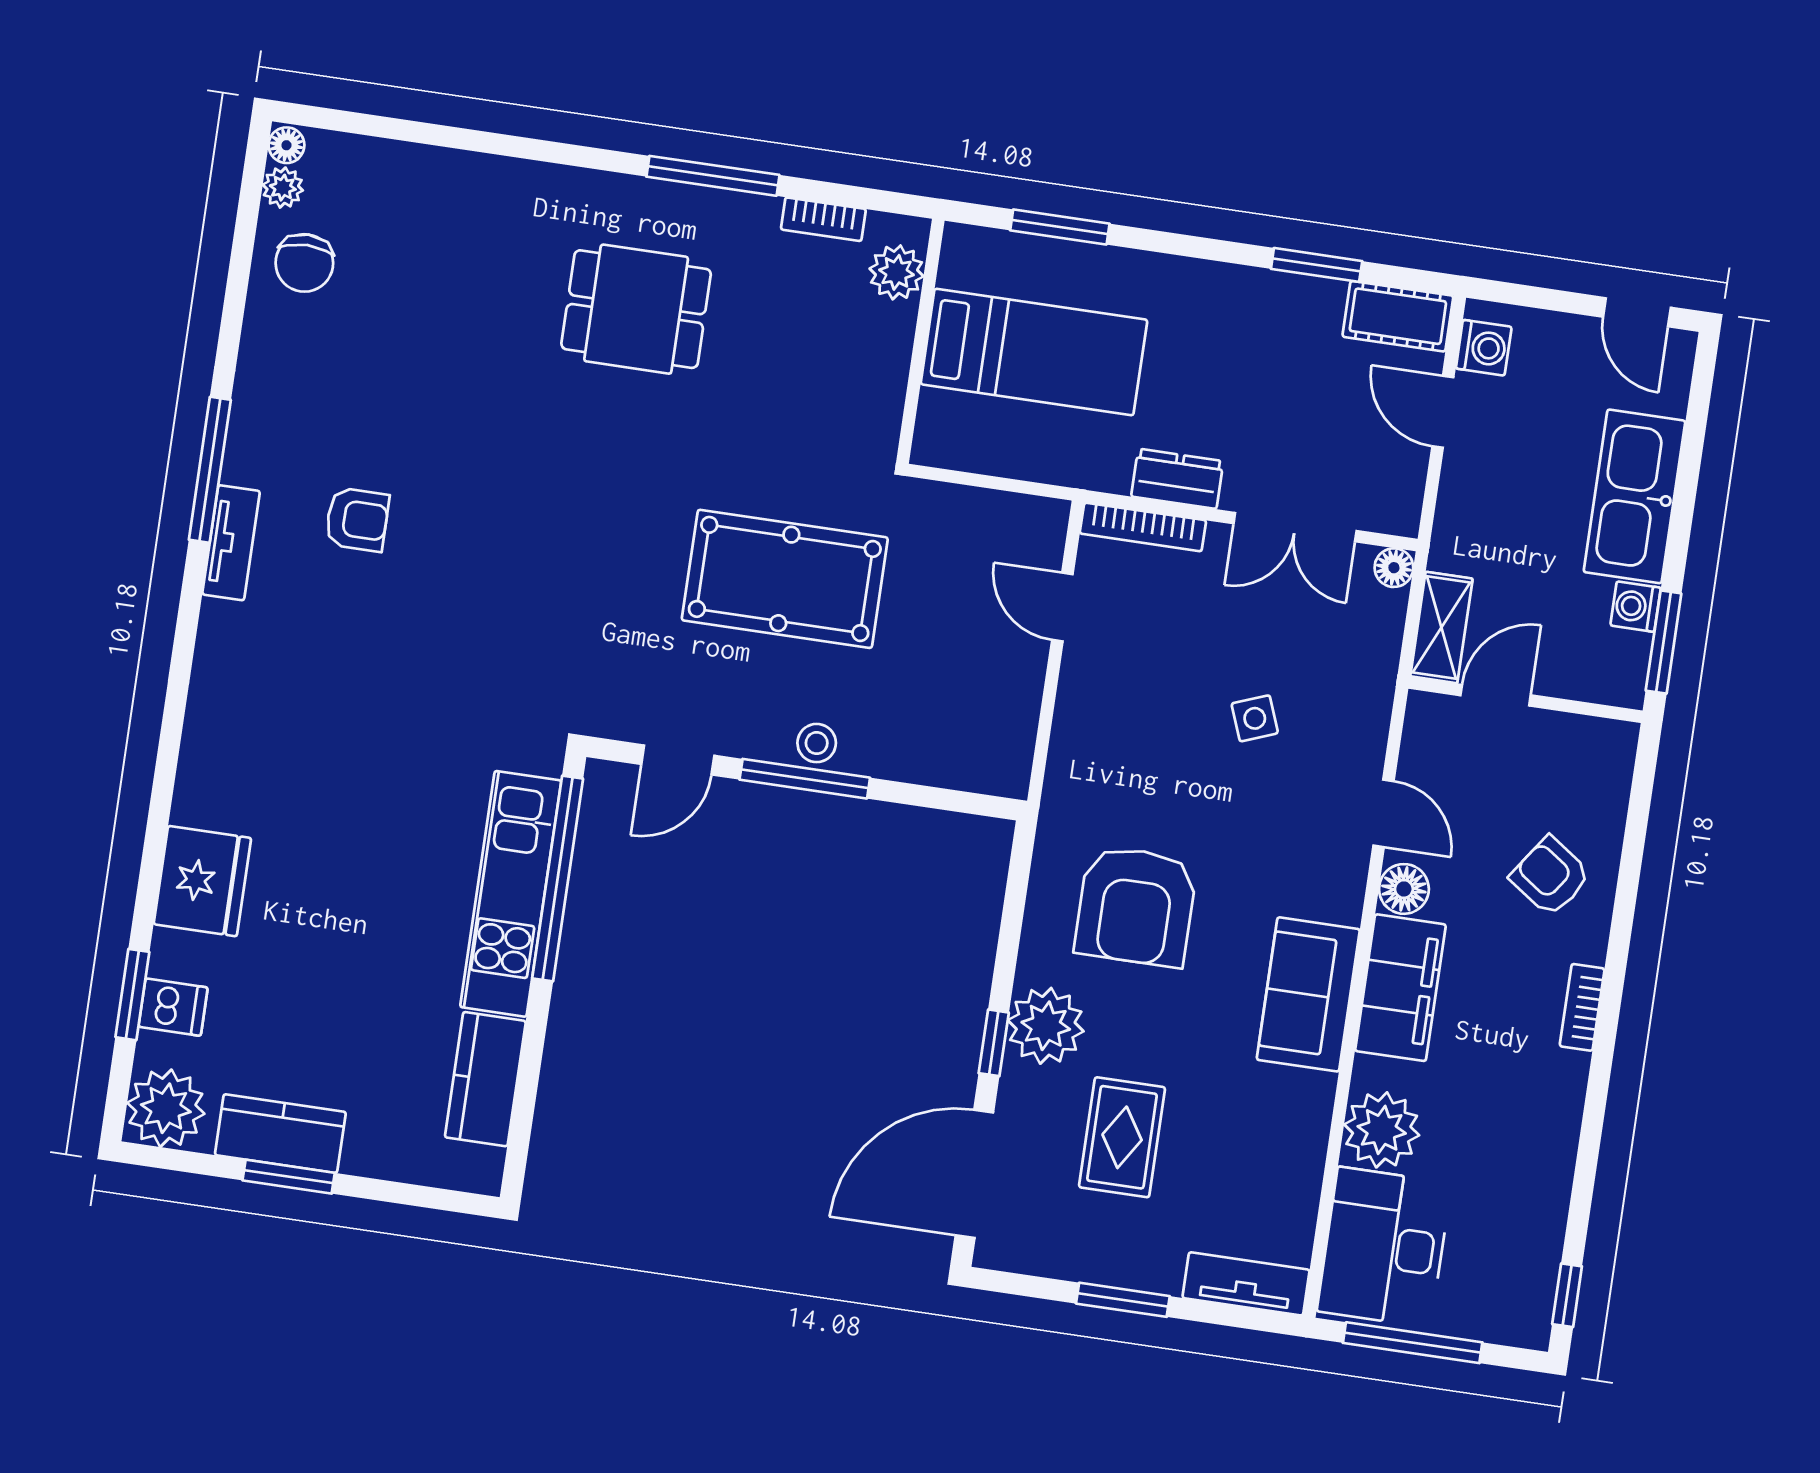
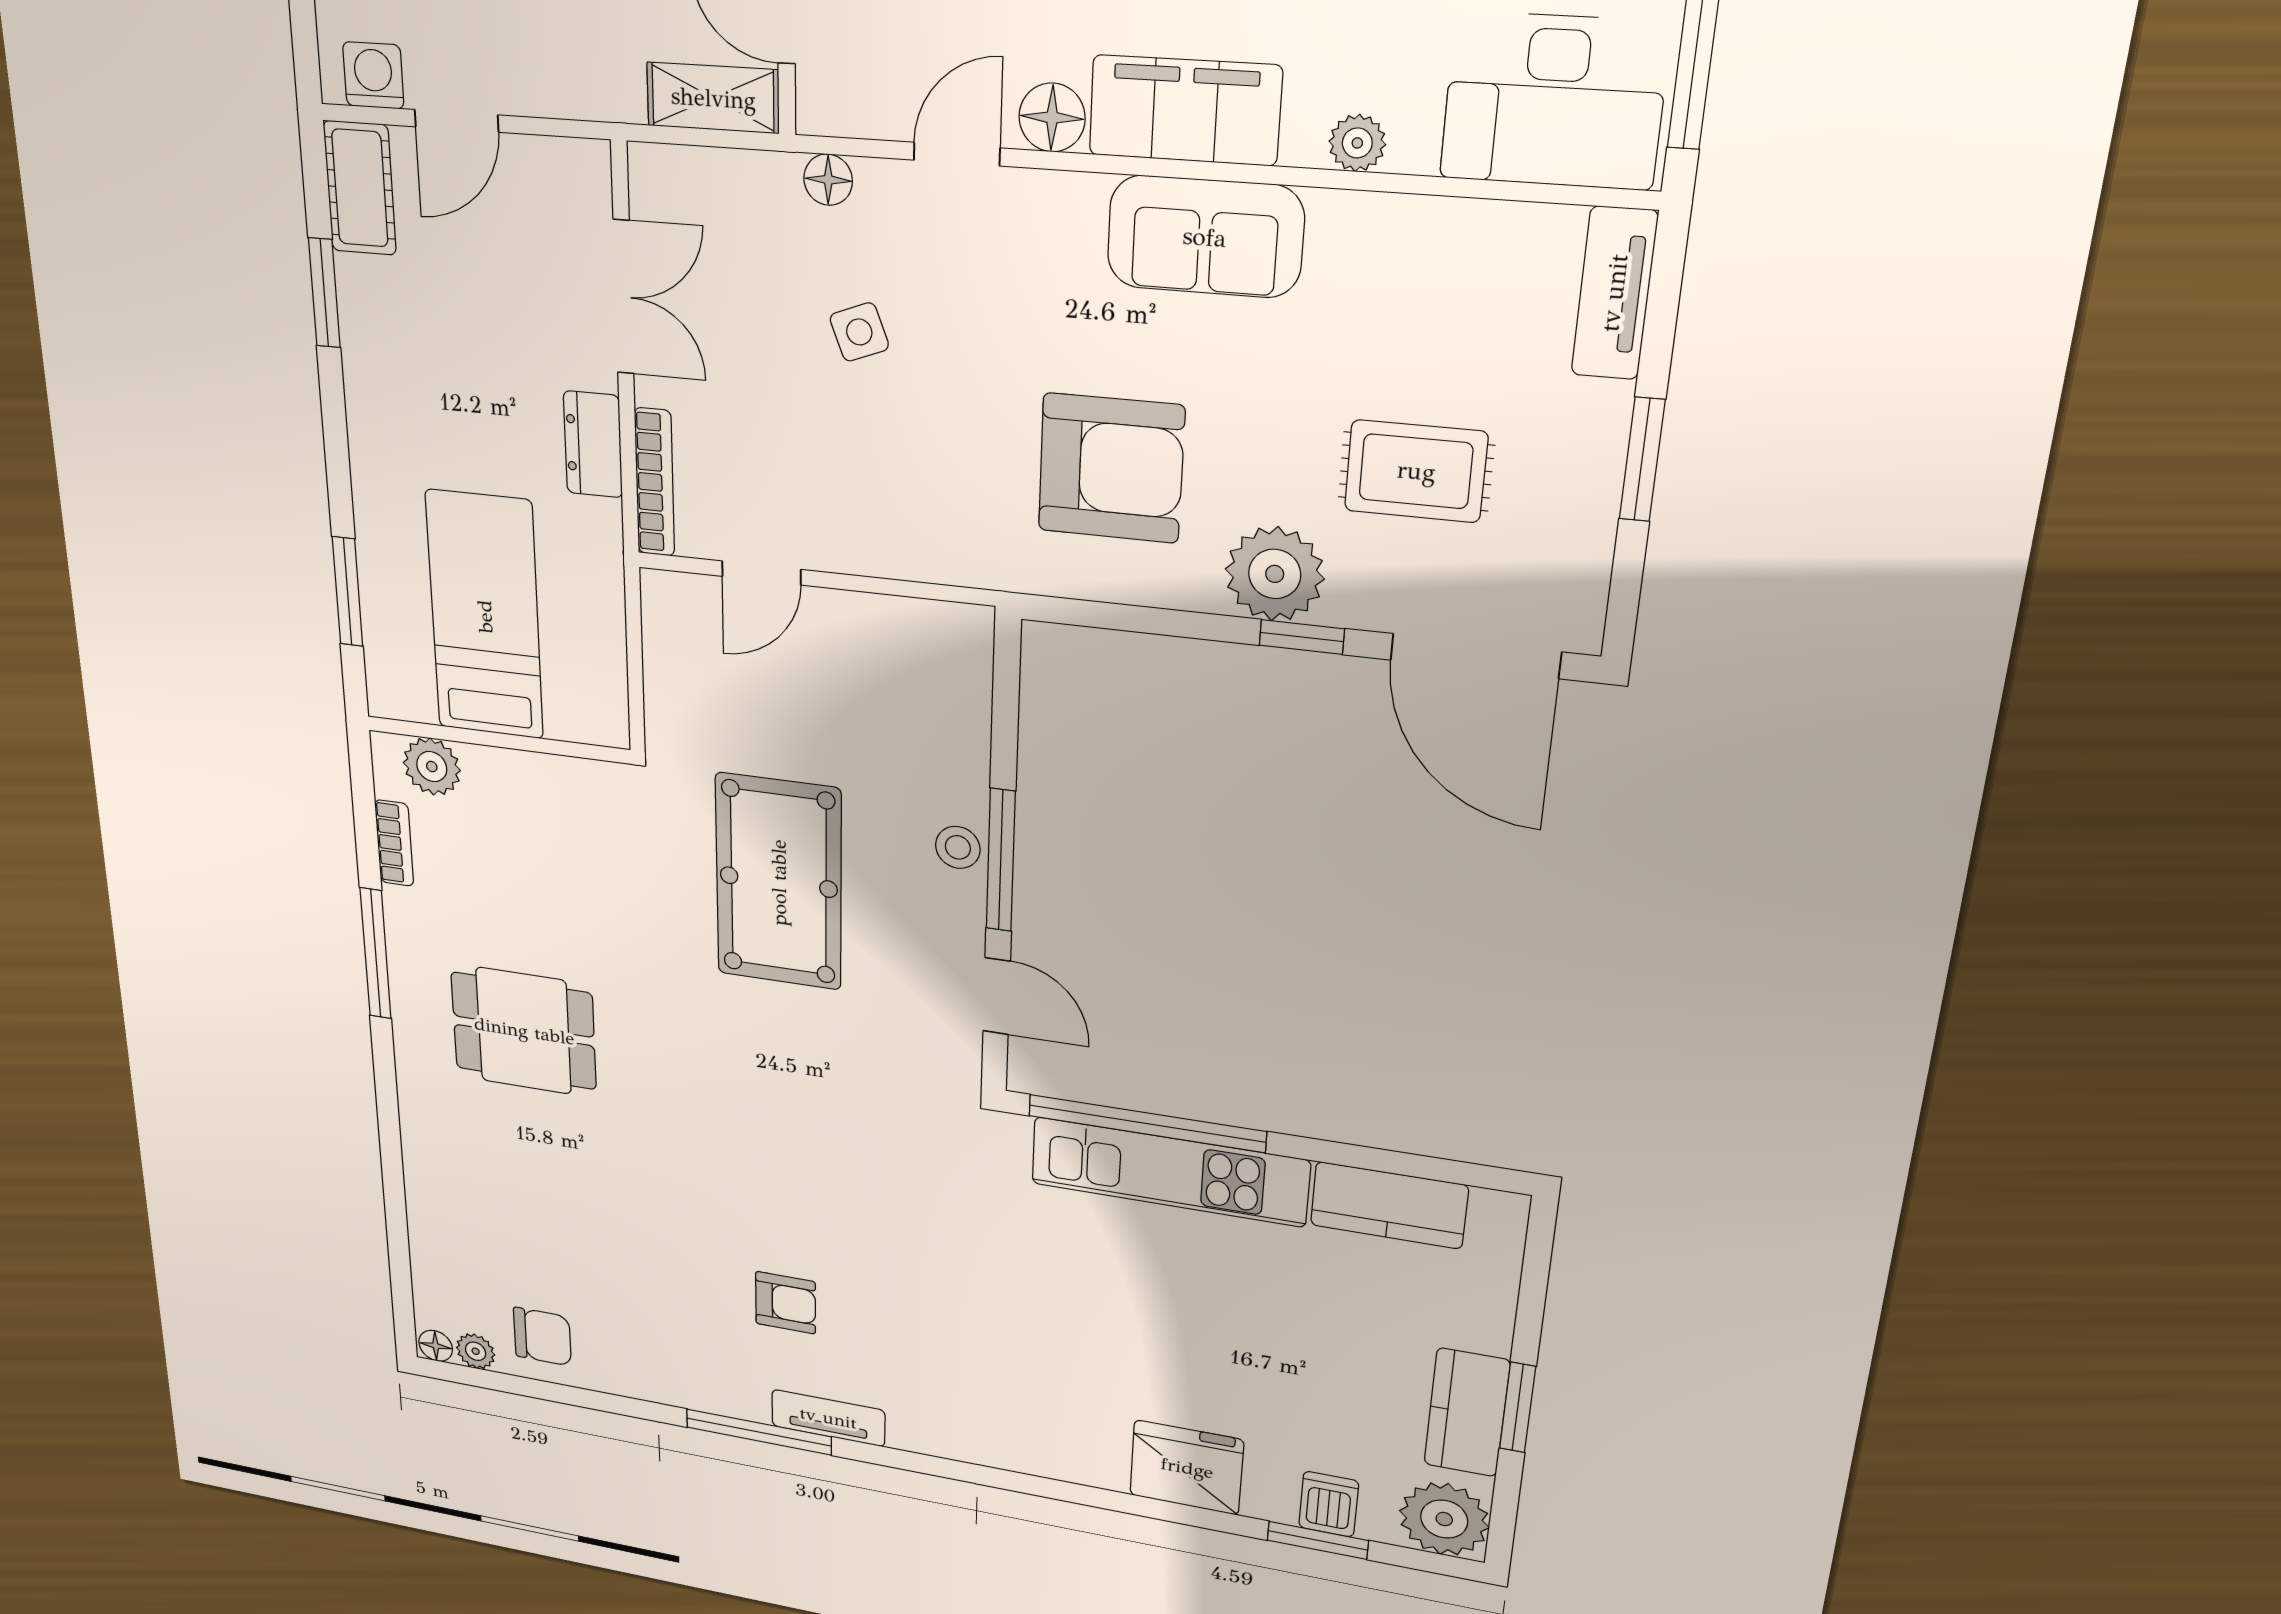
dining table: (636, 309) -> (524, 1031), turned 90
armchair: (357, 519) -> (786, 1303), turned 90
floor lamp: (1394, 568) -> (828, 180), moved
plant: (1382, 1130) -> (1357, 143), width x0.53, depth x0.53

